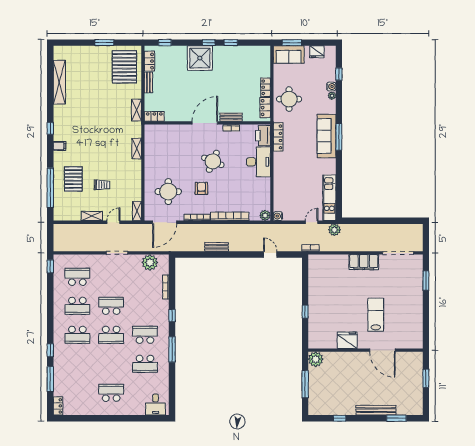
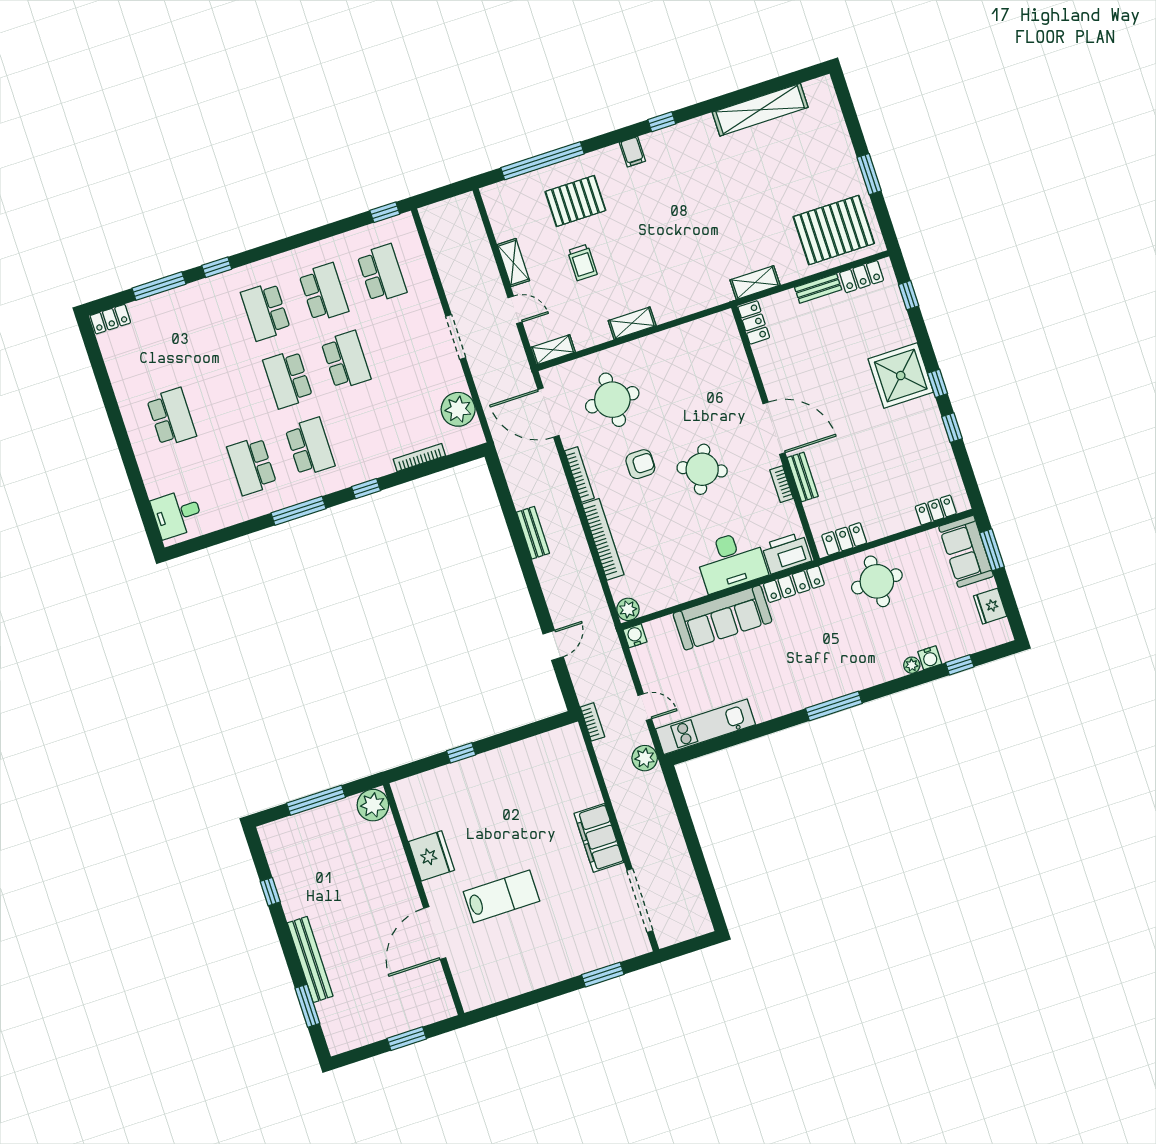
locker: (266, 87) -> (936, 510), moved
sofa: (327, 136) -> (723, 618), moved, turned 180
shelving: (137, 148) -> (632, 323), moved
school desk: (77, 306) -> (324, 292), turned 180

